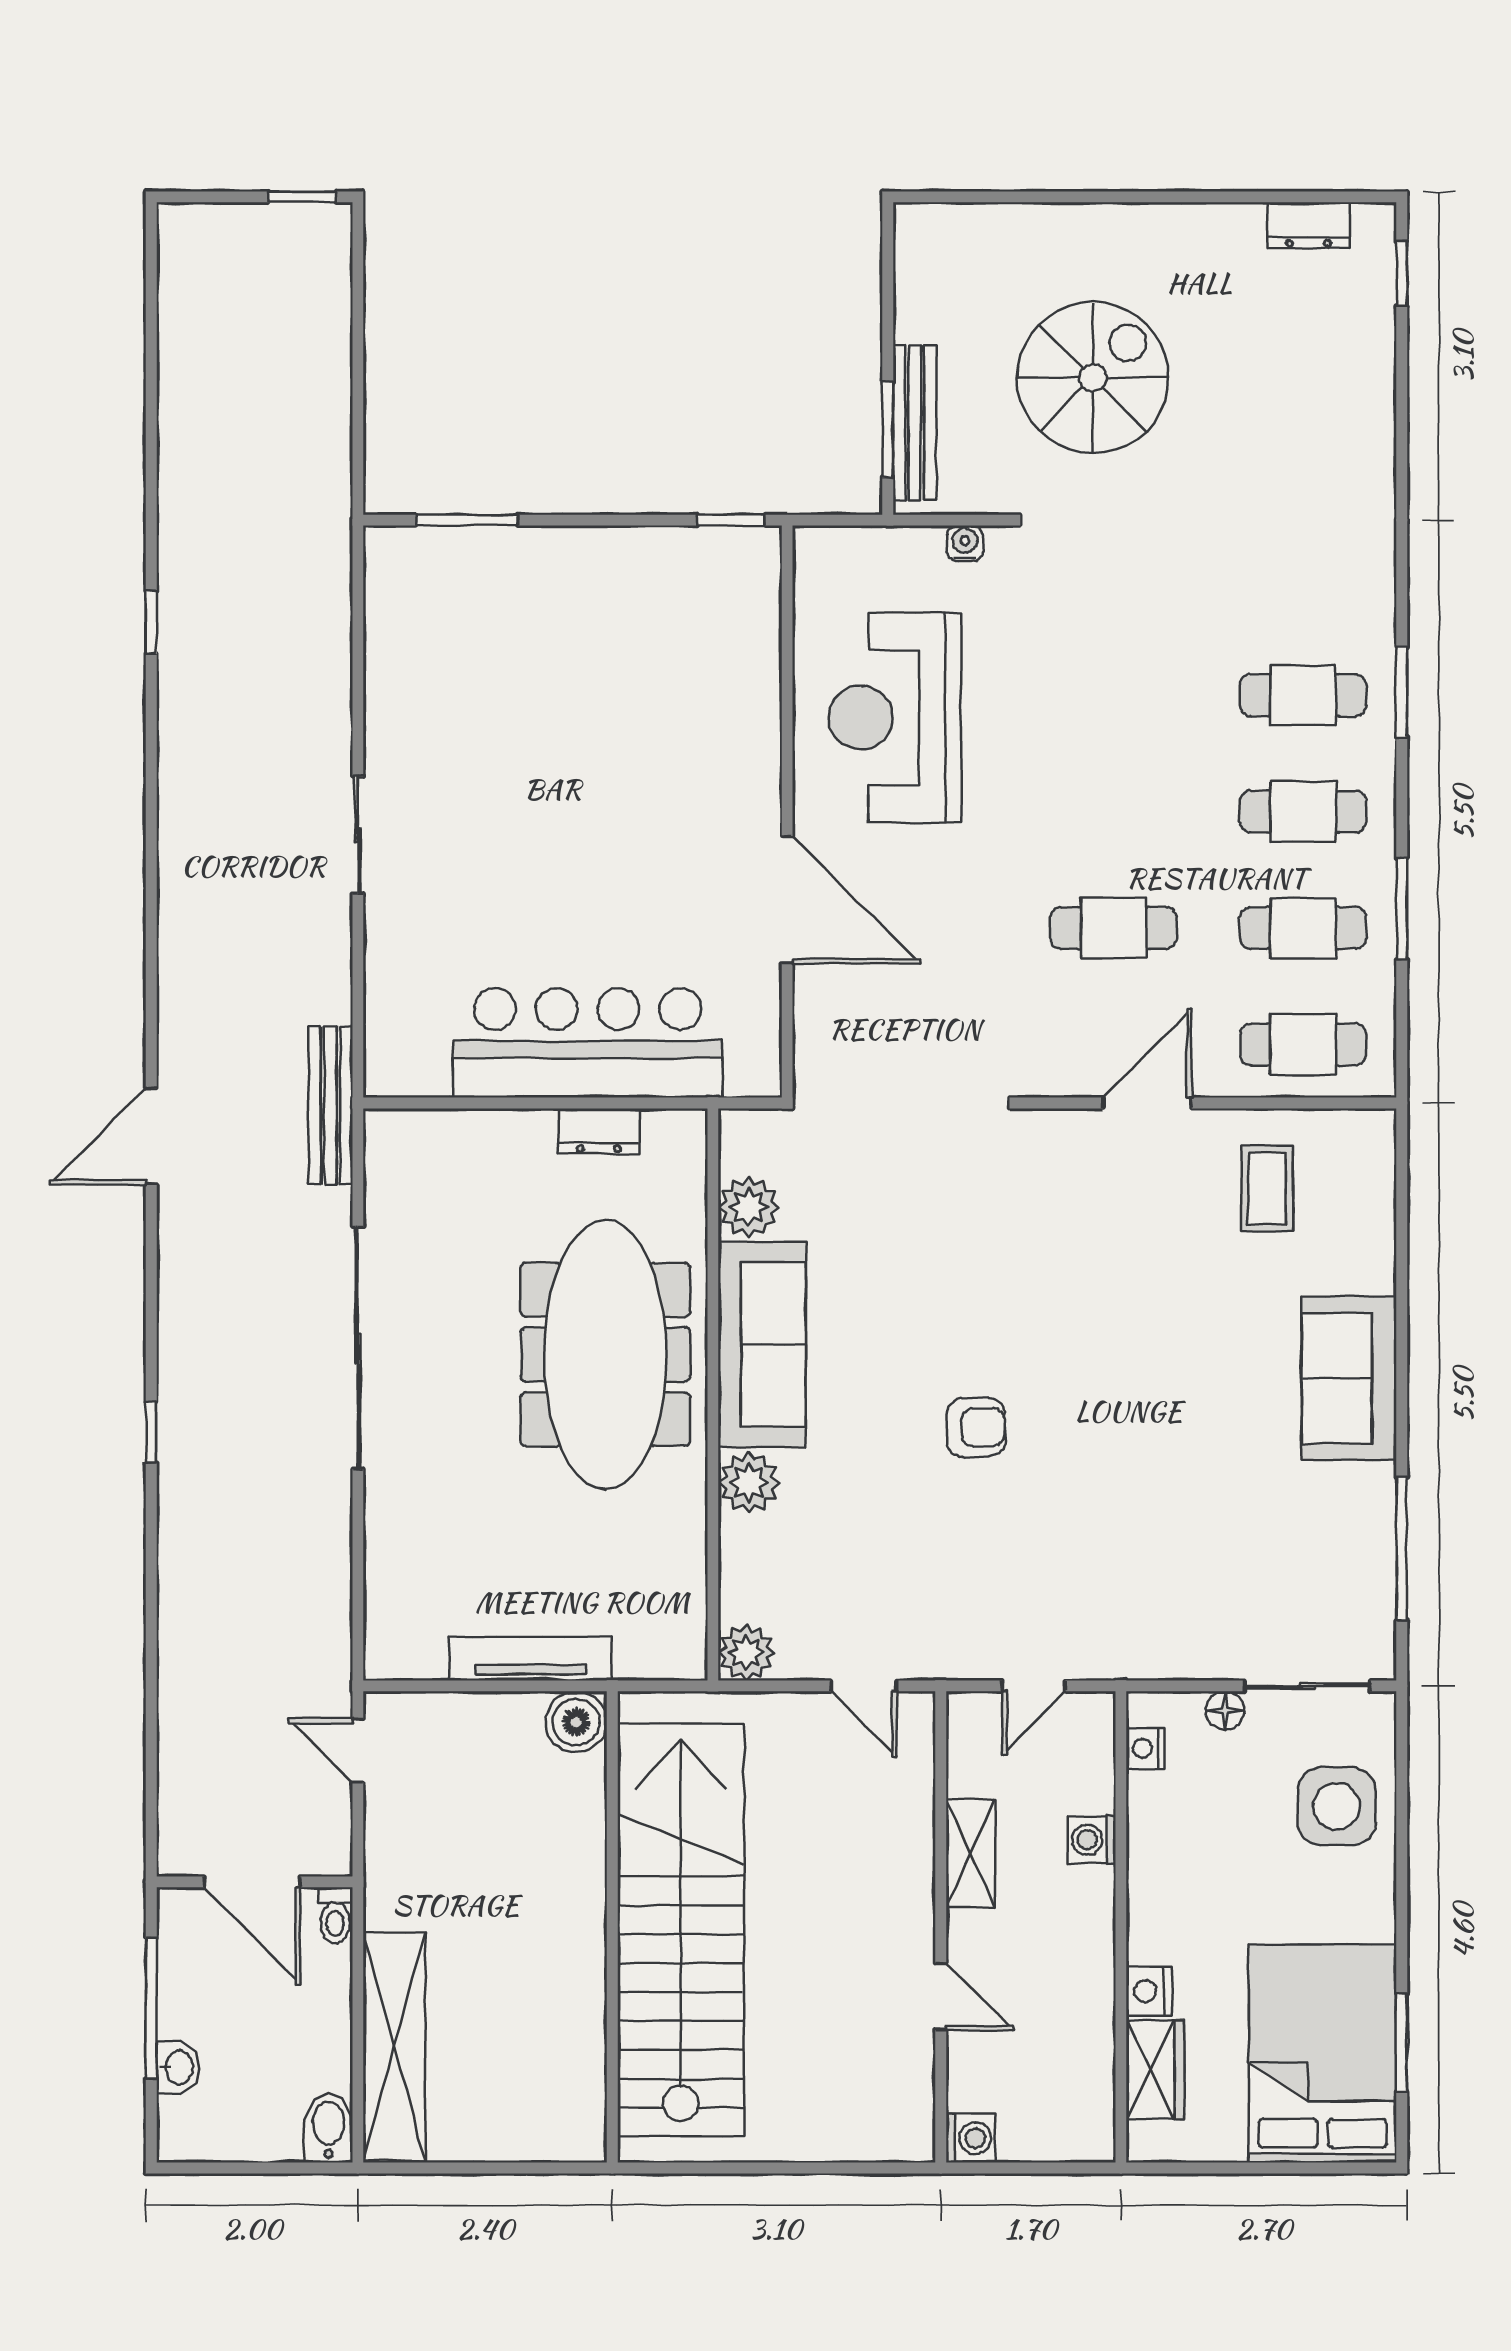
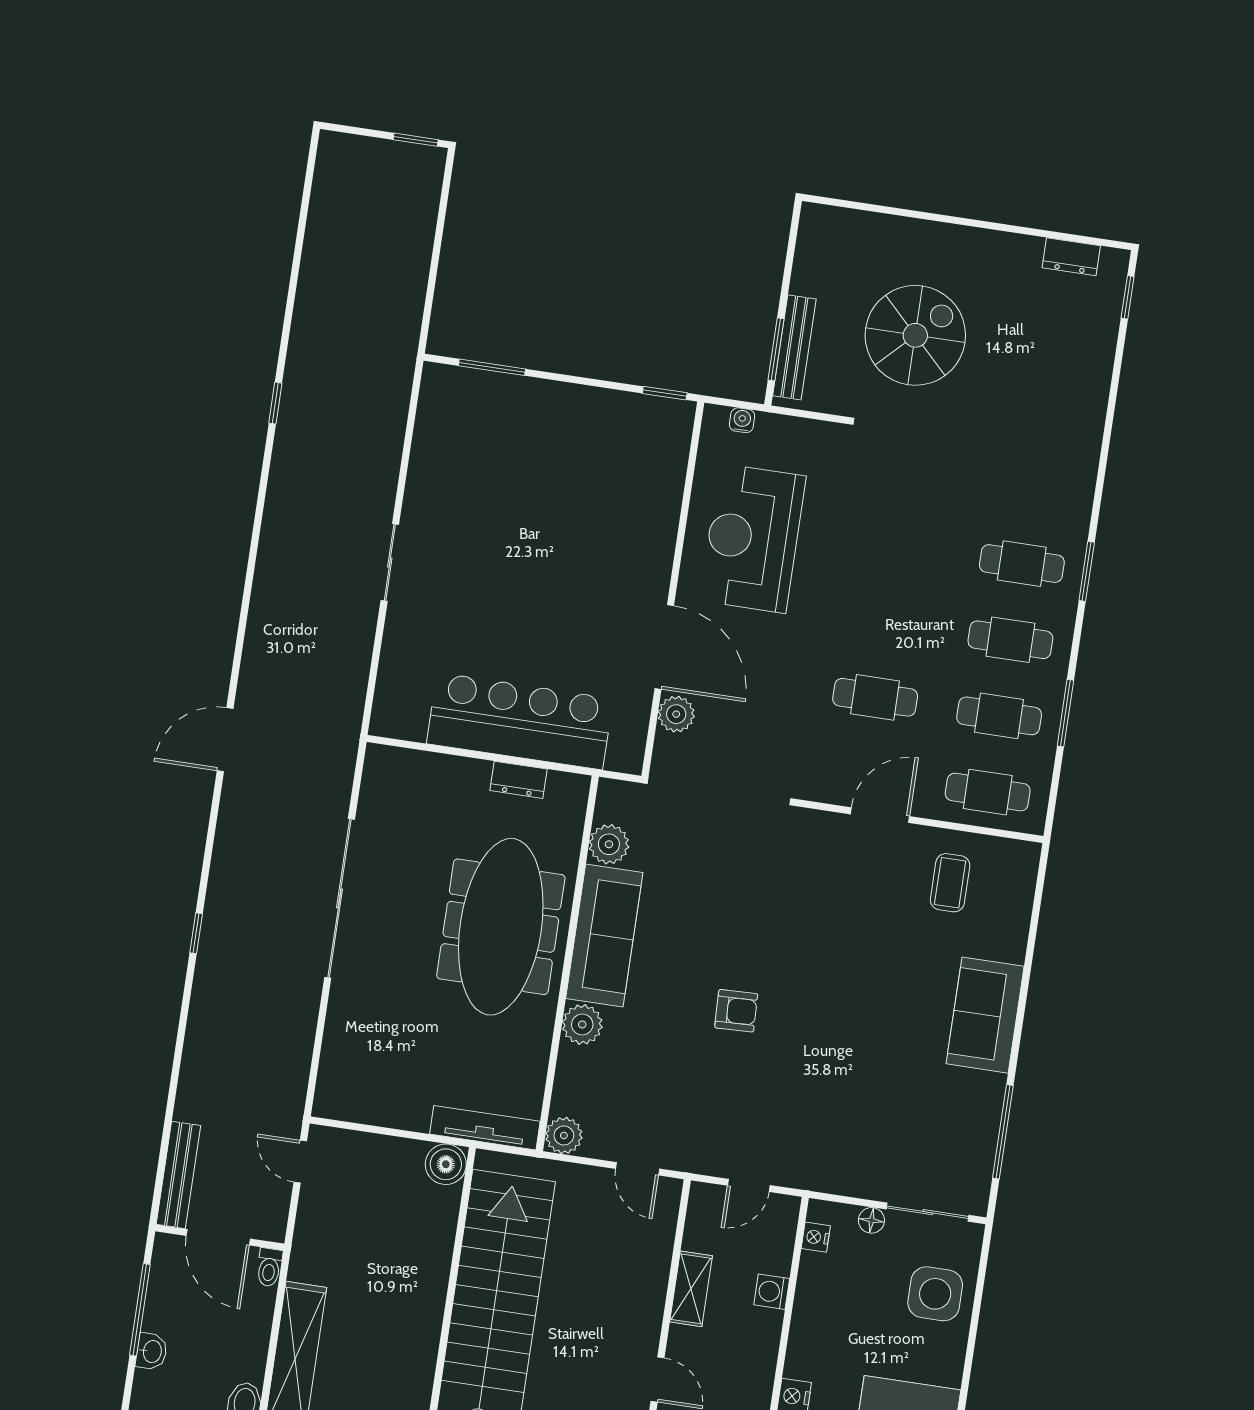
water cooler: (965, 543) -> (742, 420), moved
plant: (820, 997) -> (676, 714), added
bench: (330, 1105) -> (178, 1175), moved
tv unit: (530, 1659) -> (485, 1128), moved

